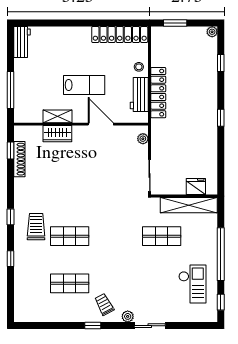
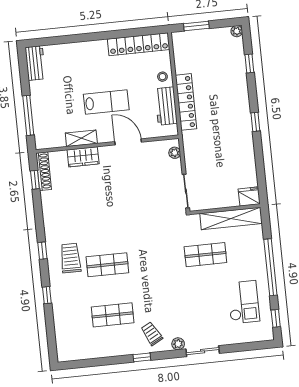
shoe rack: (19, 159) -> (44, 171), moved
fridge: (196, 186) -> (249, 196), moved

